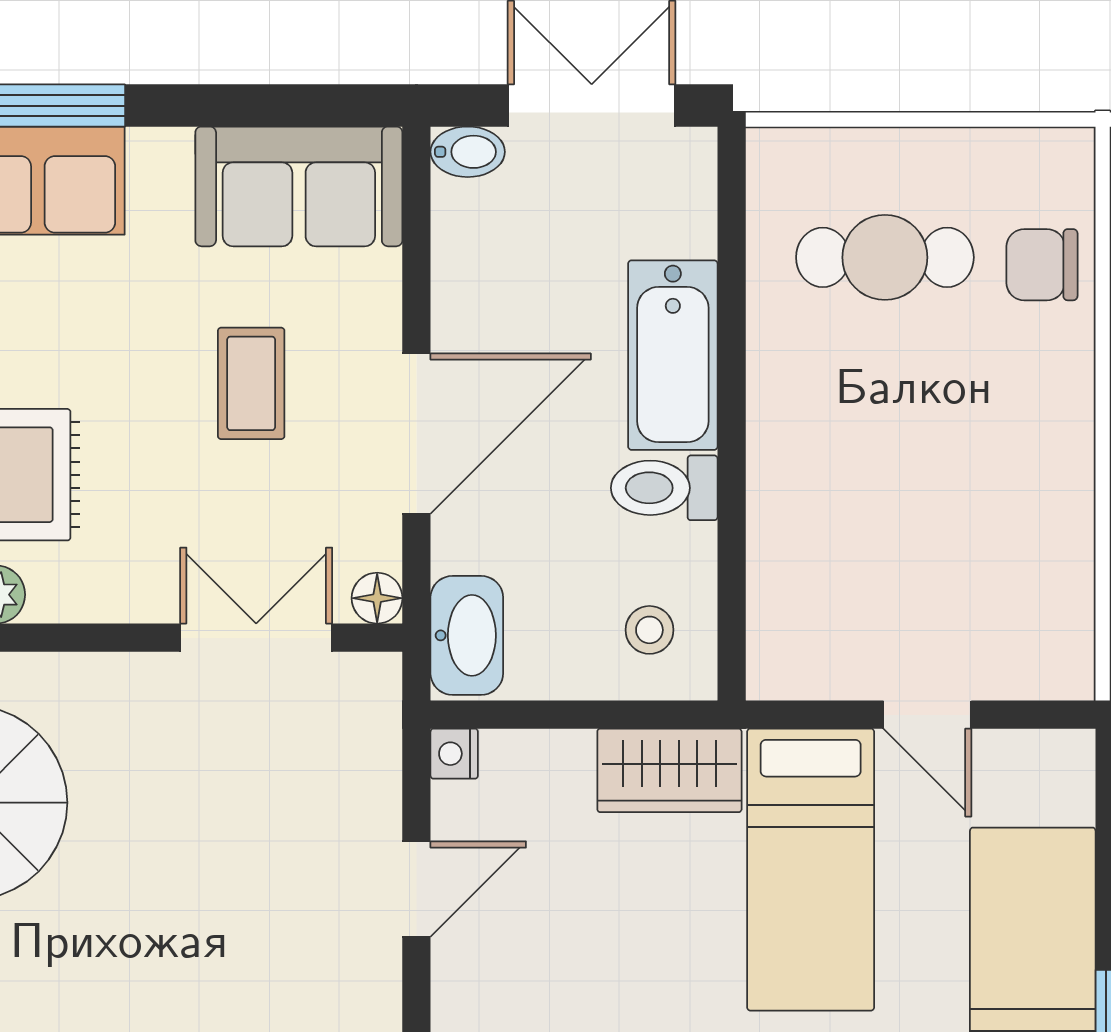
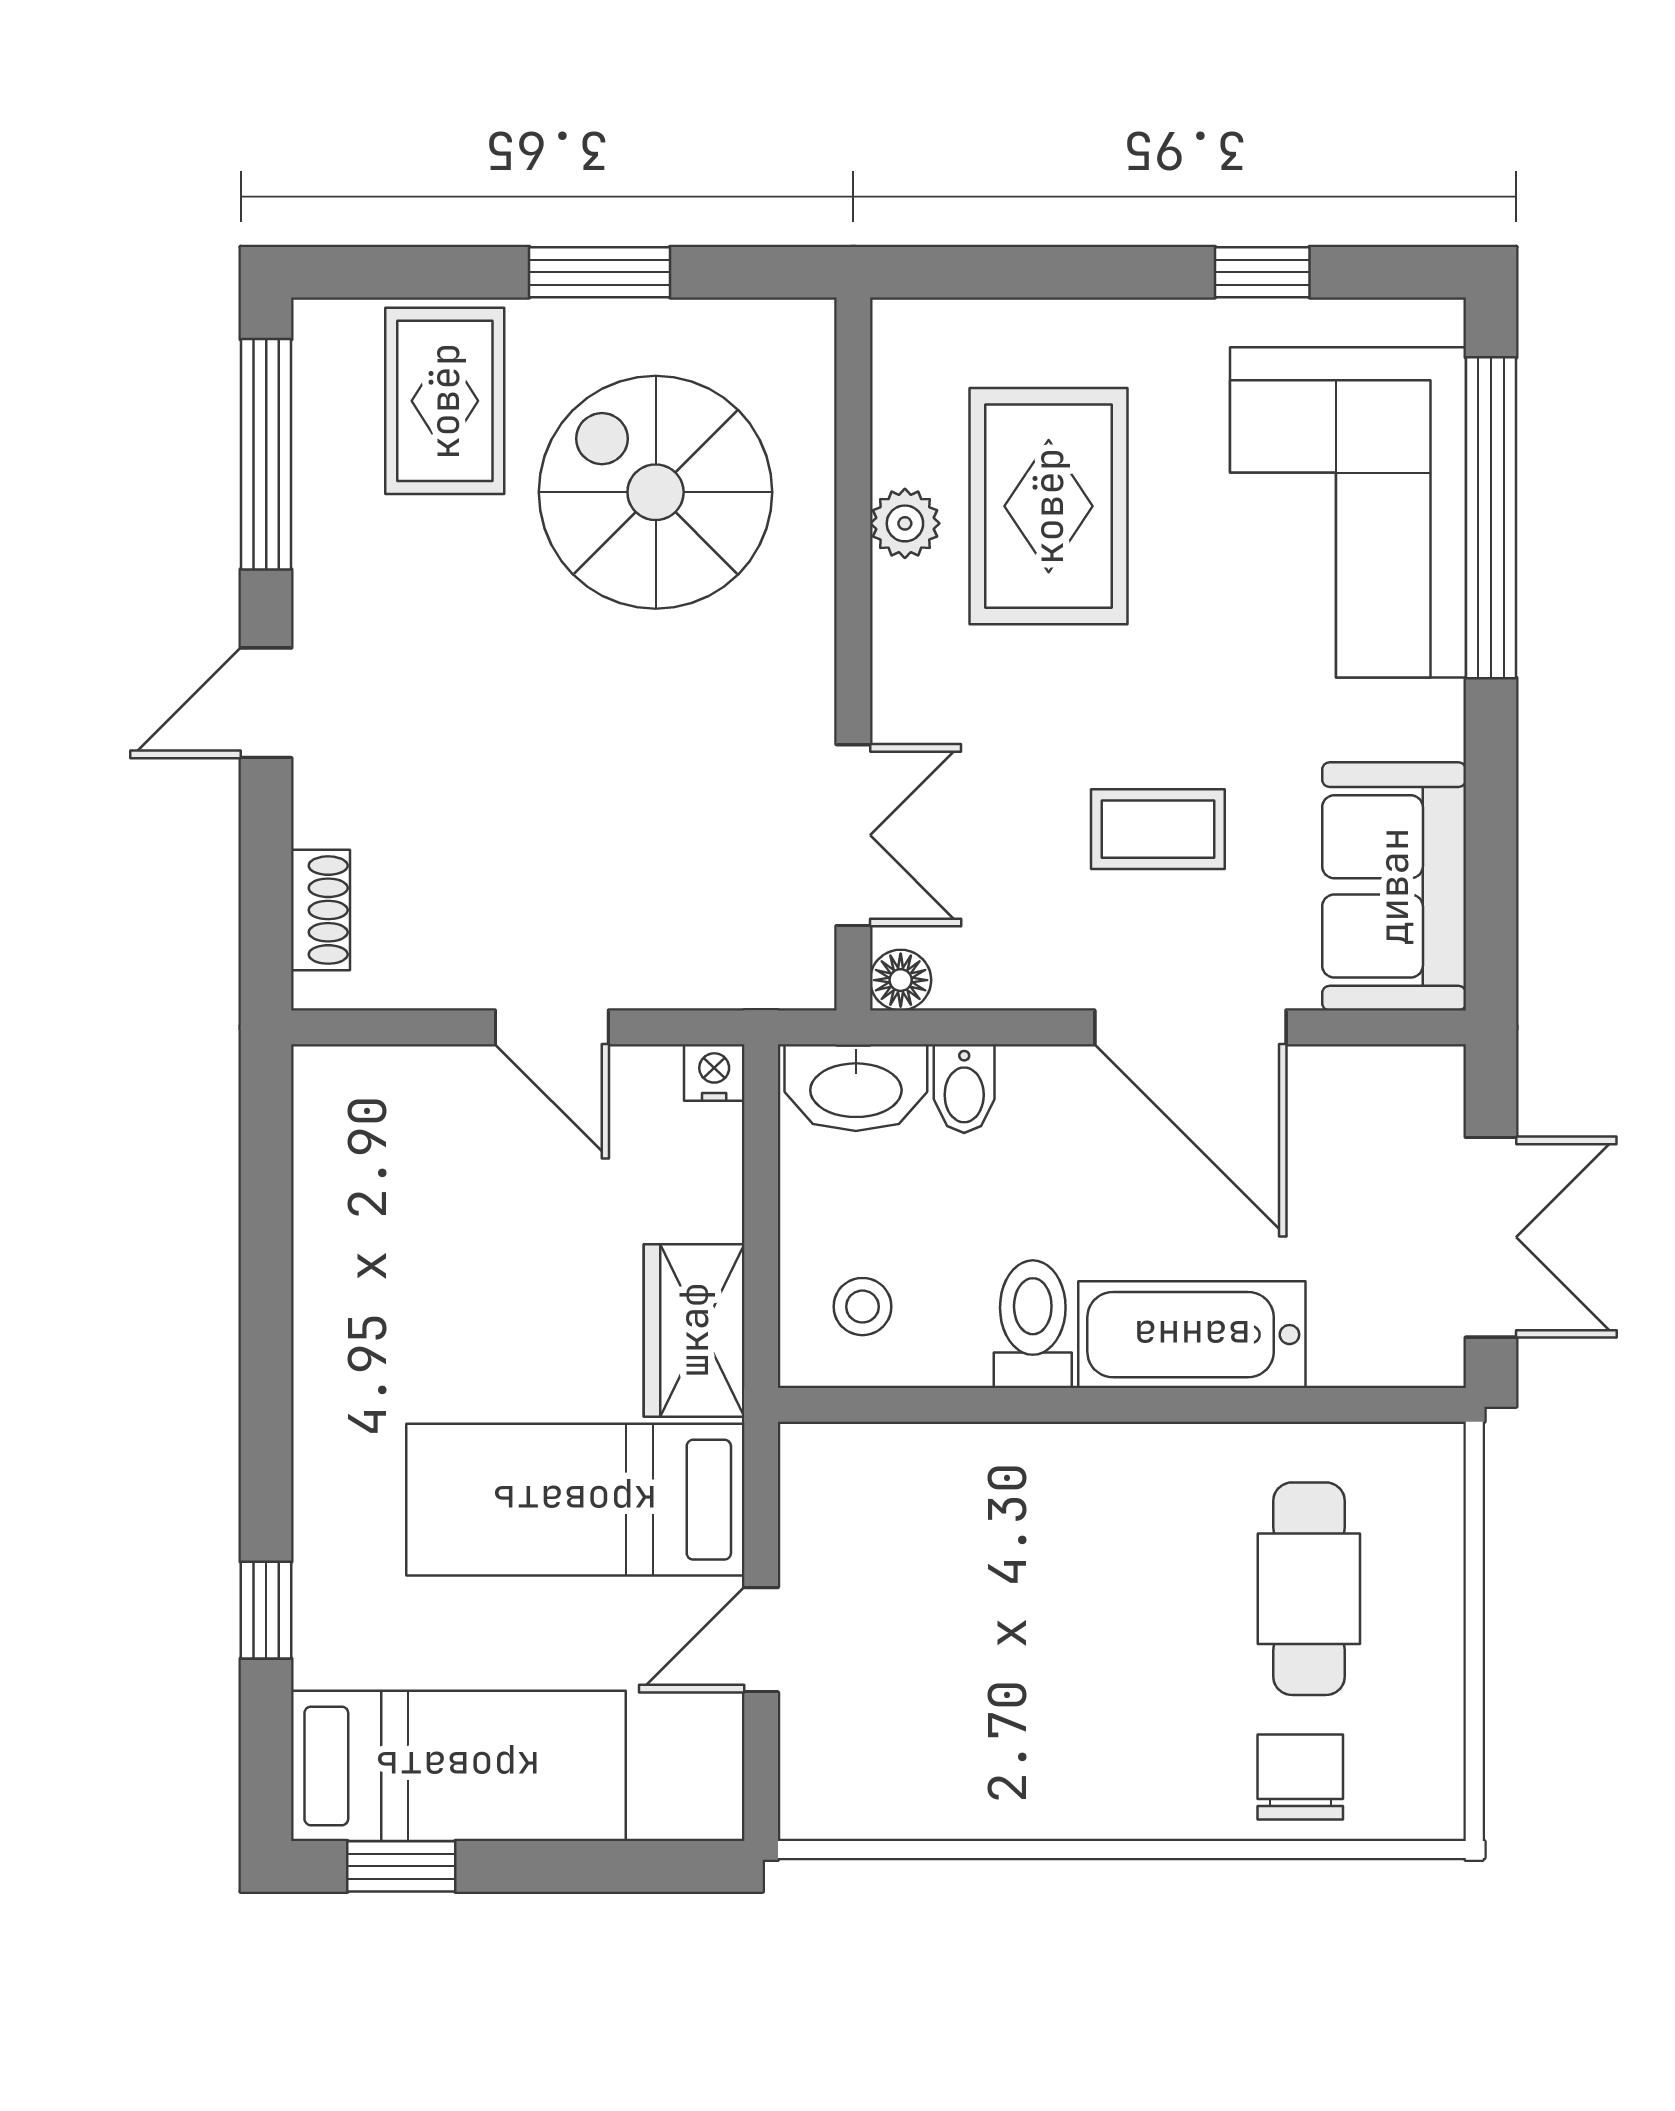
bidet: (468, 152) -> (964, 1089), moved
door: (416, 434) -> (1190, 1027), moved

